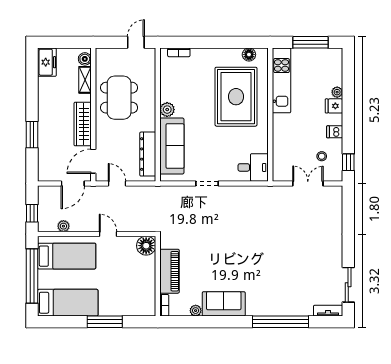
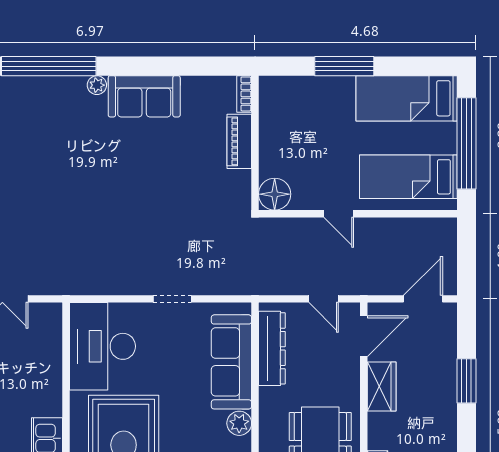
wardrobe: (83, 124) -> (382, 387), width x0.67
desk: (253, 167) -> (102, 346), width x1.87, depth x1.30
door: (73, 184) -> (423, 299), moved
window: (32, 213) -> (466, 249), removed
plant: (63, 226) -> (414, 227), removed
piano: (170, 271) -> (239, 141), width x0.73, depth x0.75
plant: (196, 311) -> (97, 85), moved

